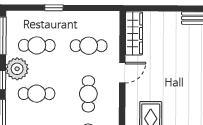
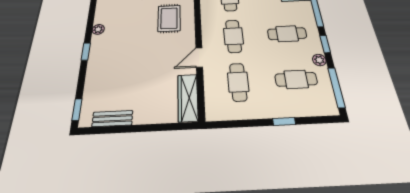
cafe table: (89, 46) -> (238, 82), turned 90
plant: (17, 69) -> (319, 60), width x0.53, depth x0.53

